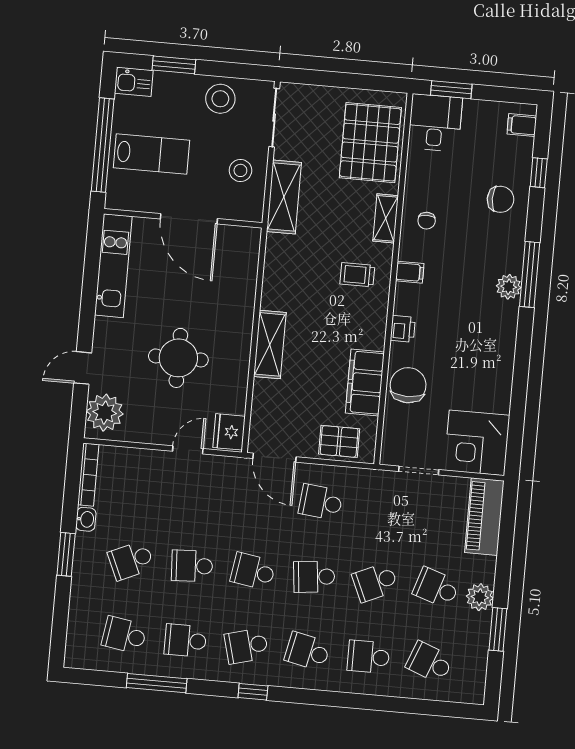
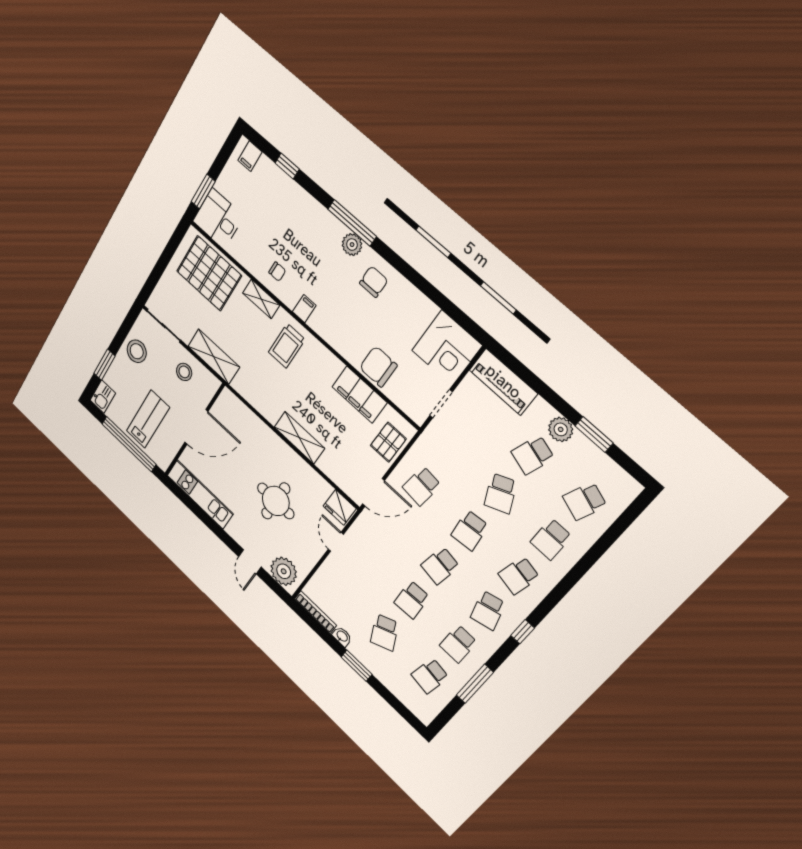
chair: (500, 199) -> (374, 282), moved
trolley: (357, 275) -> (287, 346), width x1.36, depth x1.39
printer: (403, 329) -> (339, 342), removed

